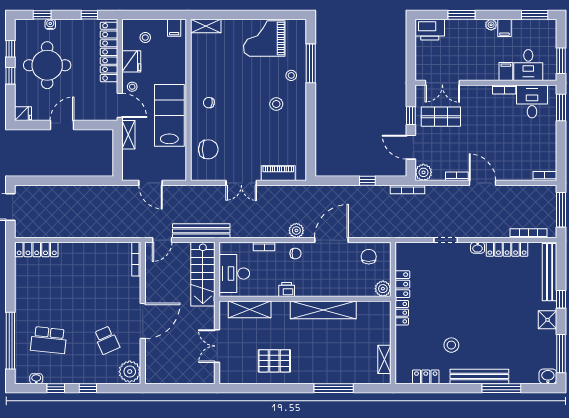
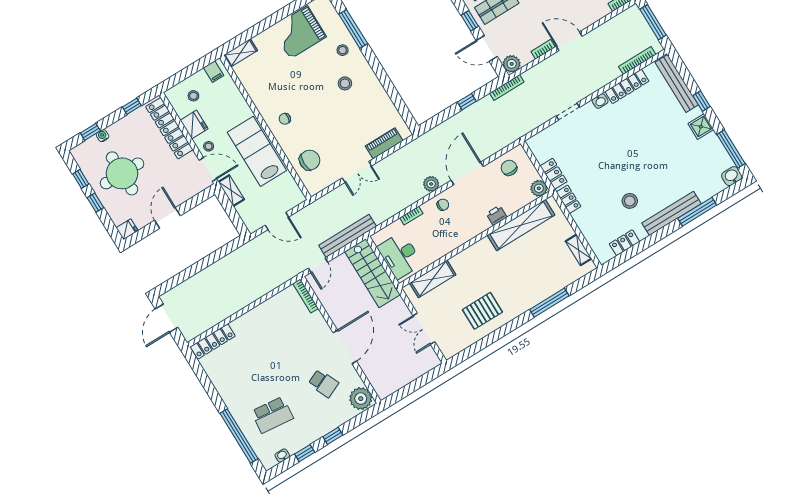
printer: (287, 289) -> (496, 215), moved
shelving: (323, 310) -> (521, 225), moved

